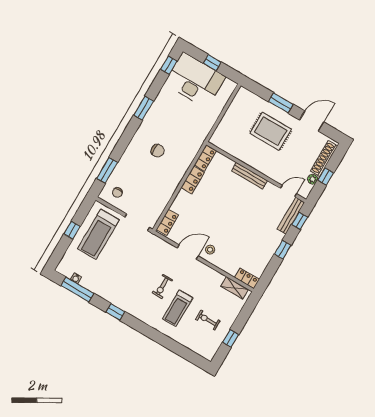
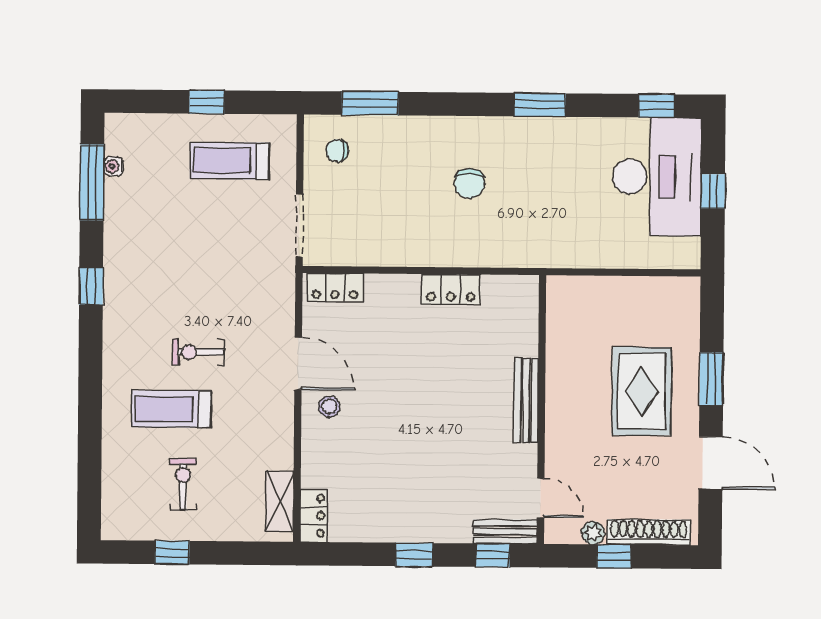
locker: (205, 158) -> (511, 289), removed
bench: (291, 216) -> (505, 531), width x0.73
treadmill: (98, 234) -> (230, 161), width x0.73, depth x0.73

